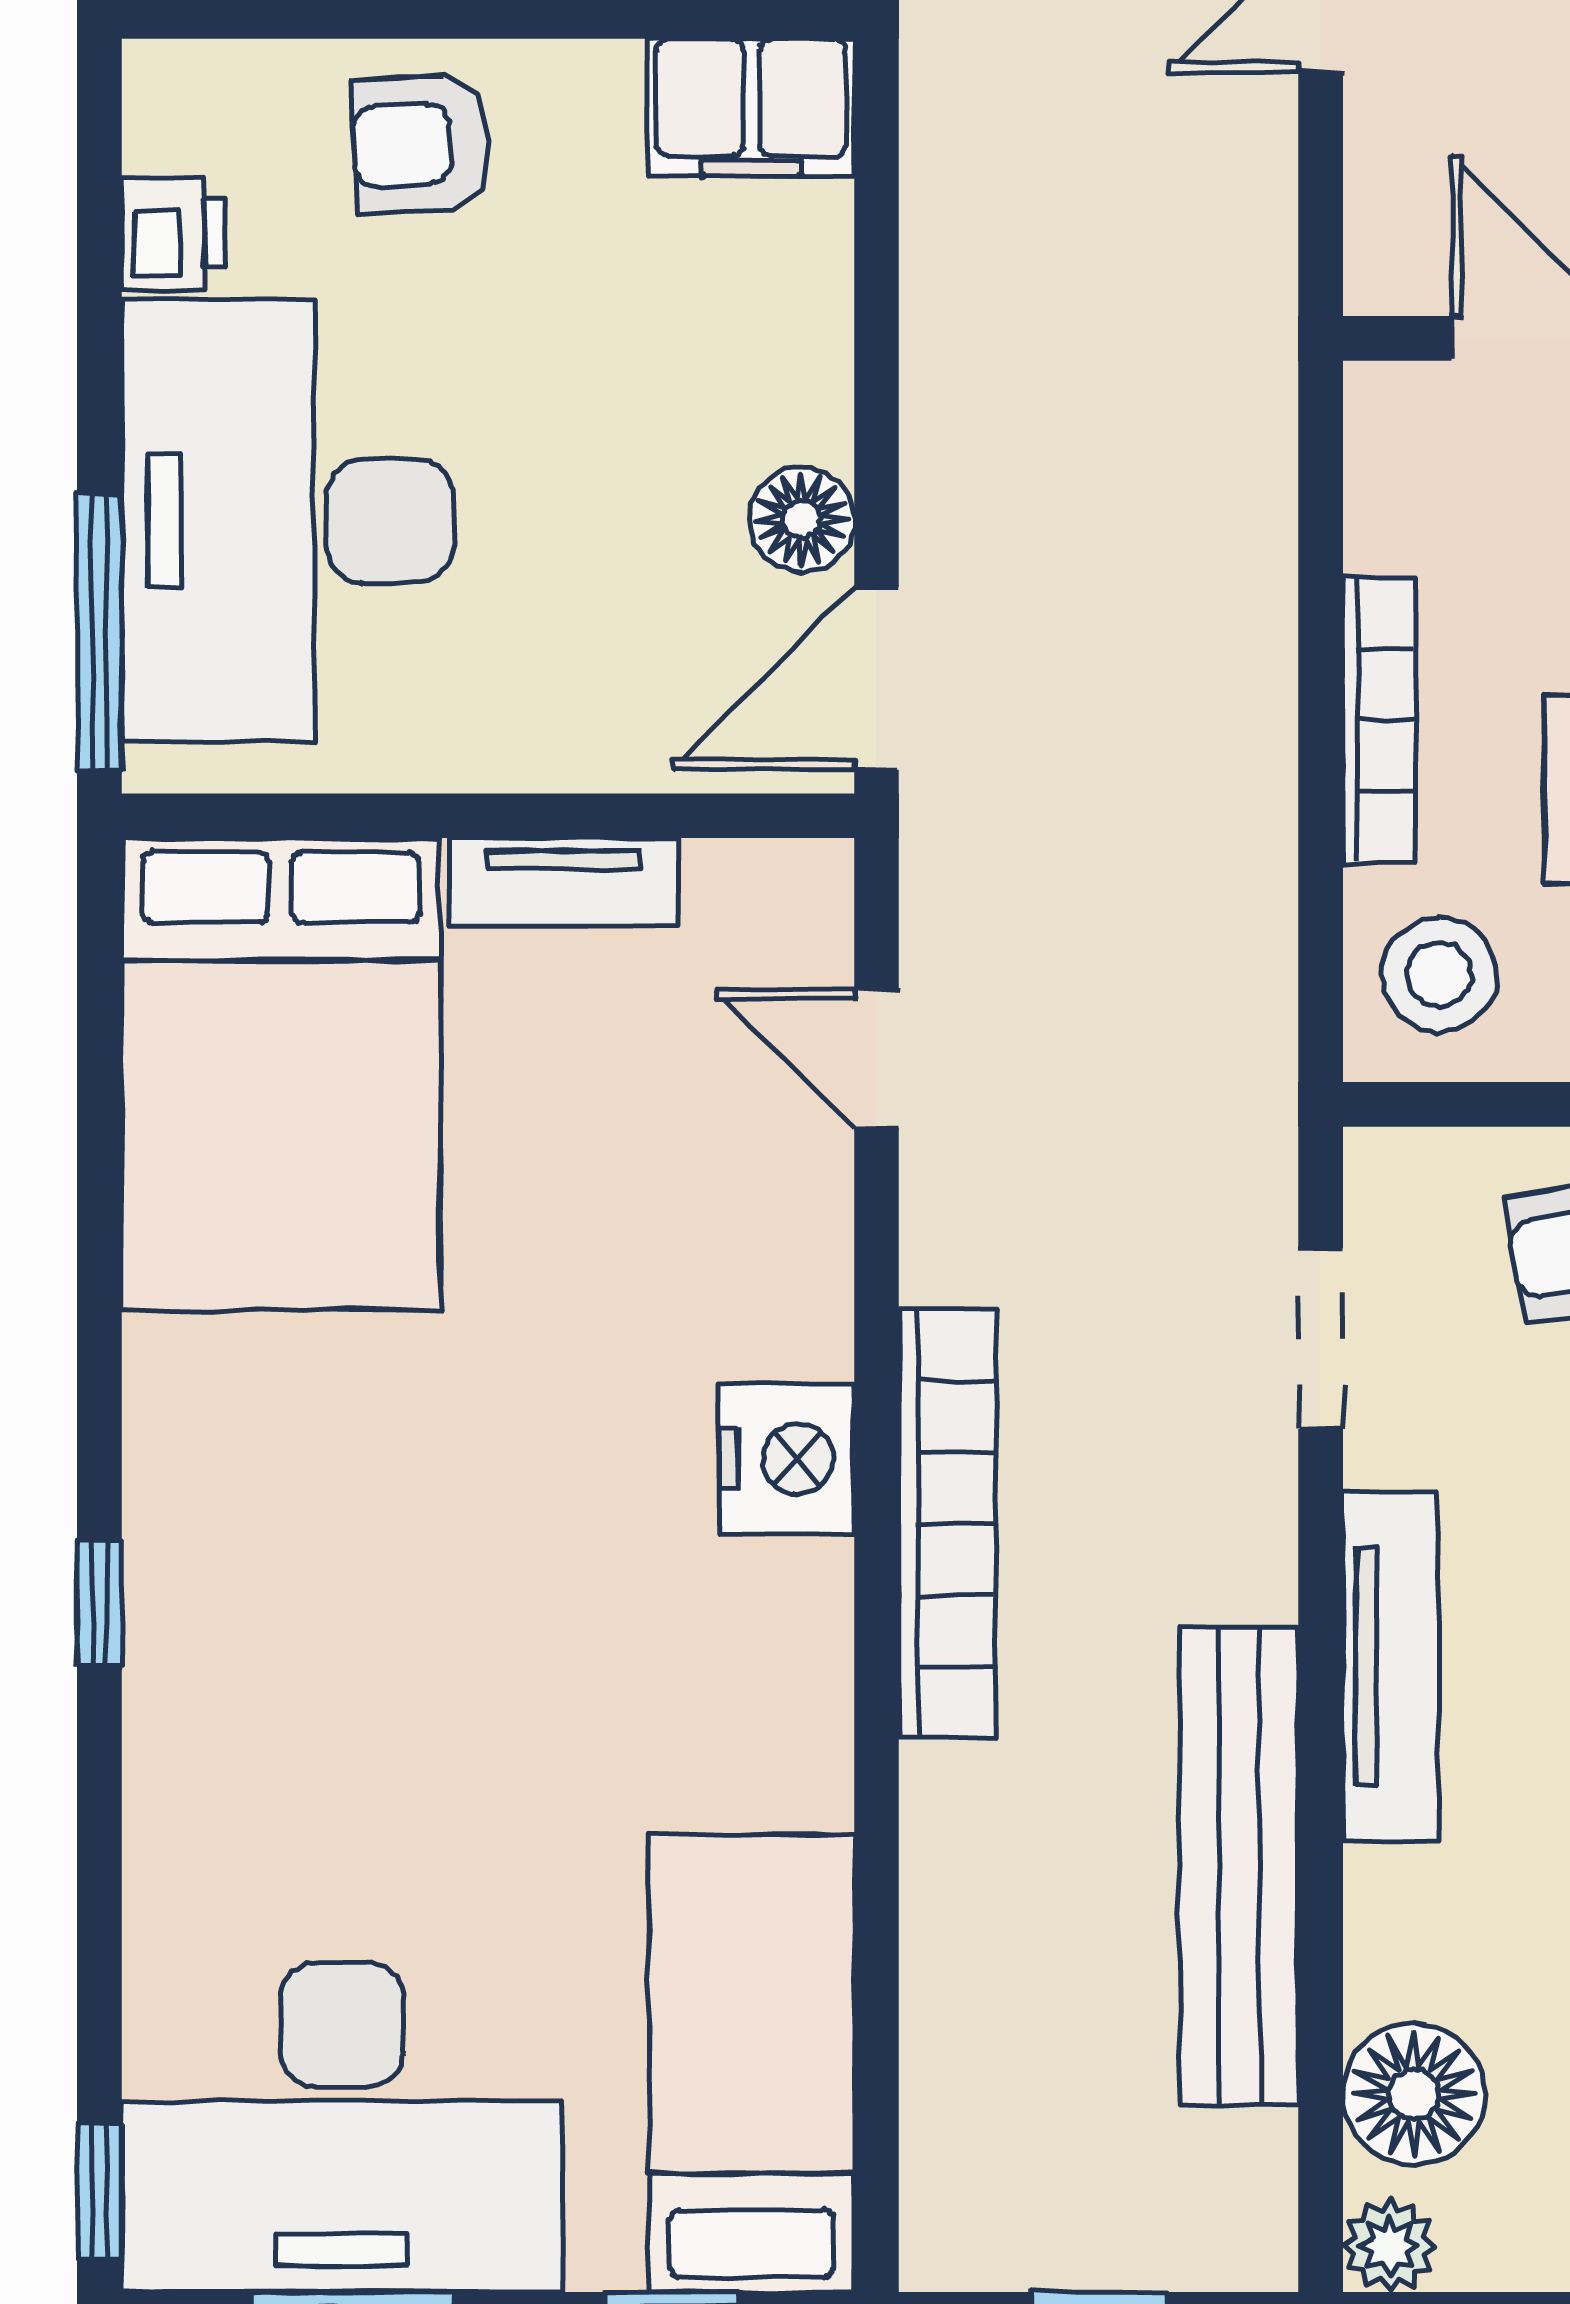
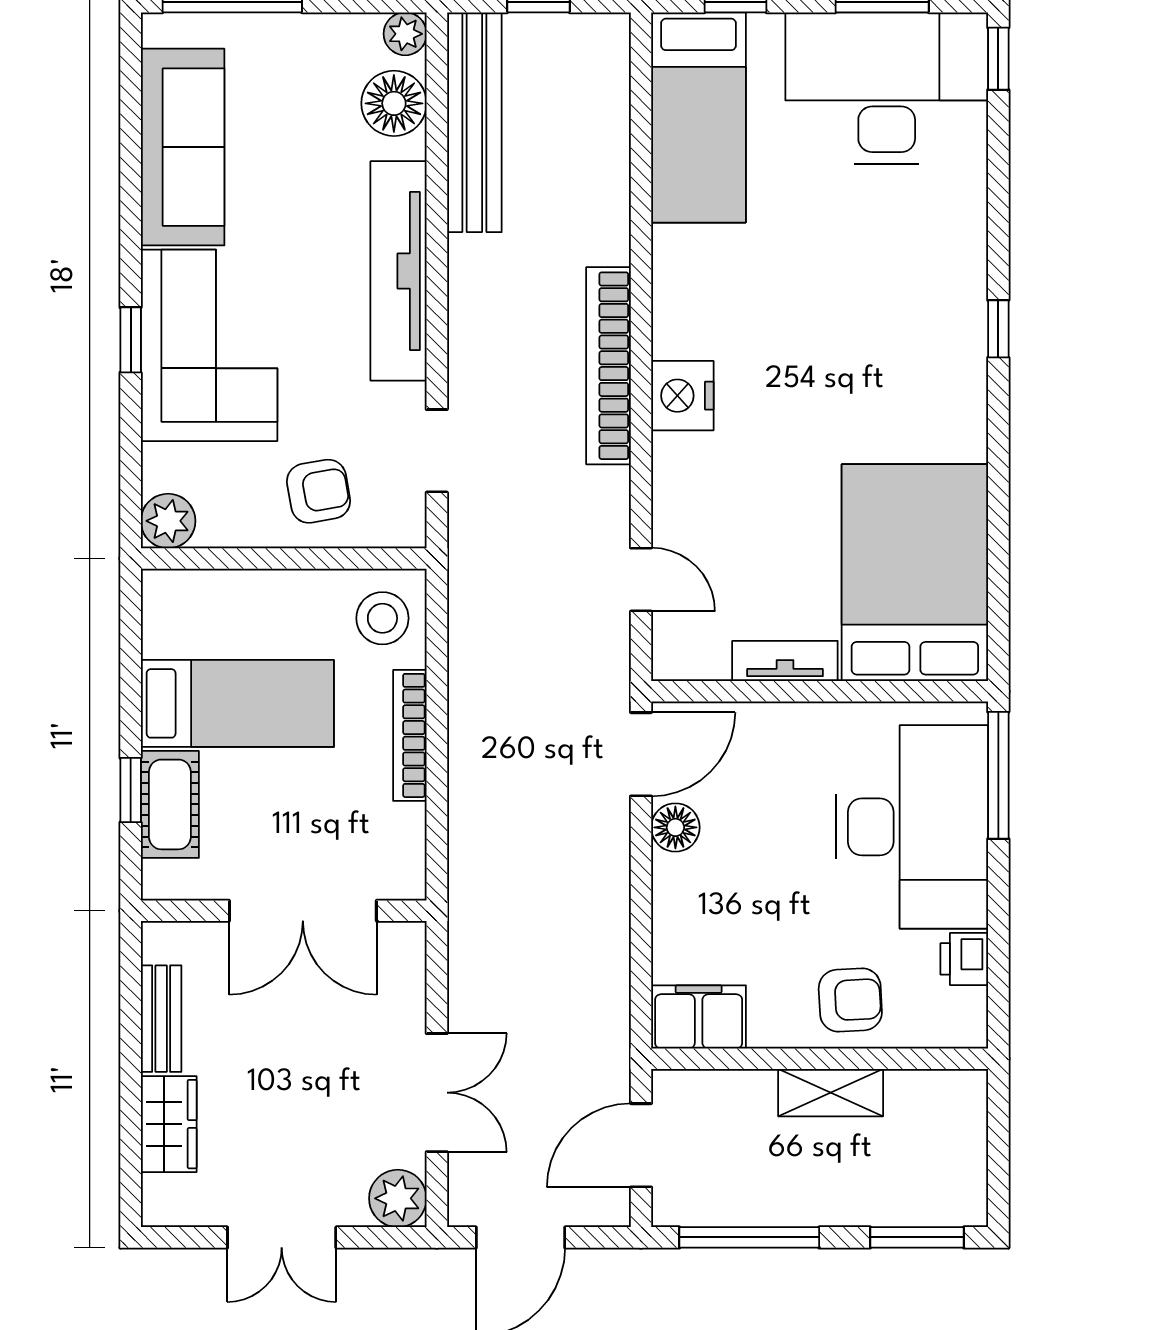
tv unit: (1390, 1666) -> (399, 271), width x1.36, depth x1.29
bench: (1239, 1866) -> (474, 122), moved

